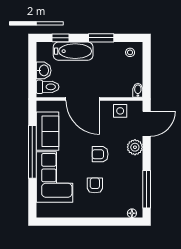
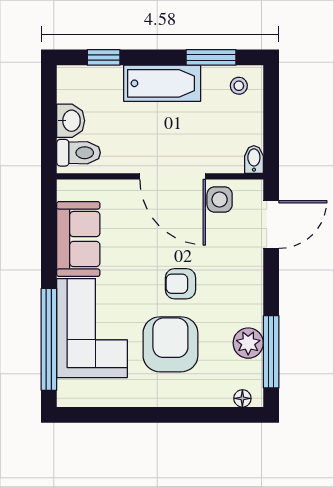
window: (101, 38) -> (211, 57), moved
bathtub: (73, 51) -> (162, 83), moved
door: (83, 99) -> (173, 176), moved
plant: (135, 147) -> (248, 343), moved
window: (32, 152) -> (49, 339), moved
armchair: (95, 185) -> (170, 344), width x1.88, depth x1.88

